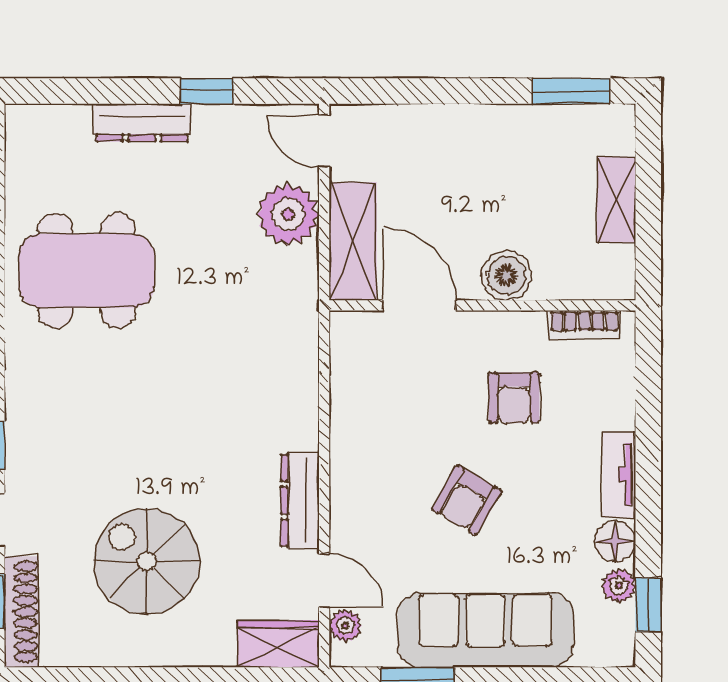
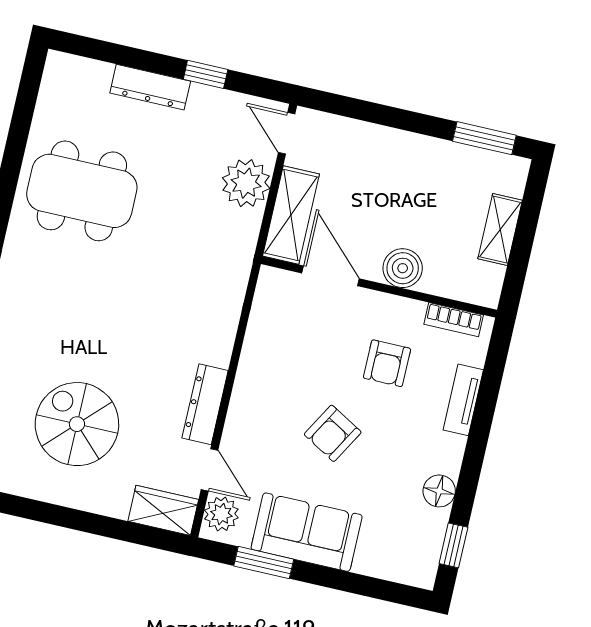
tv unit: (619, 474) -> (463, 400), moved
plant: (619, 586) -> (434, 526), removed
plant: (345, 626) -> (221, 514), width x1.38, depth x1.38
sofa: (485, 630) -> (307, 532), width x0.73

